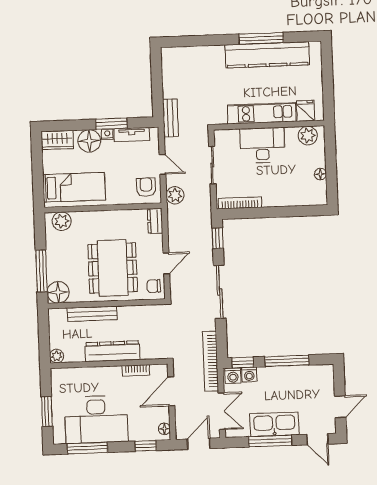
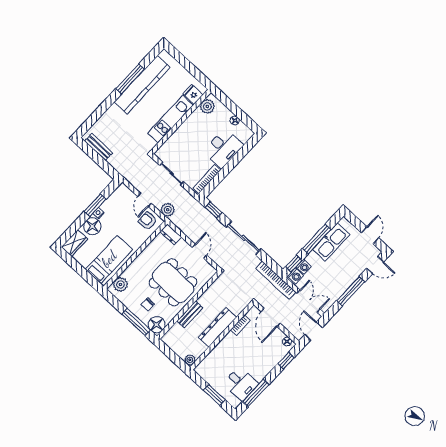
bench: (170, 118) -> (99, 147), moved
tv unit: (132, 135) -> (112, 200), removed
desk: (262, 145) -> (223, 148), moved, turned 180
door: (163, 164) -> (144, 200), swing flipped
chair: (154, 286) -> (148, 304), moved
bench: (92, 314) -> (190, 314), width x0.73
desk: (96, 419) -> (241, 384), width x0.53, depth x0.77
kitchen sink: (274, 424) -> (331, 242), moved, turned 180

